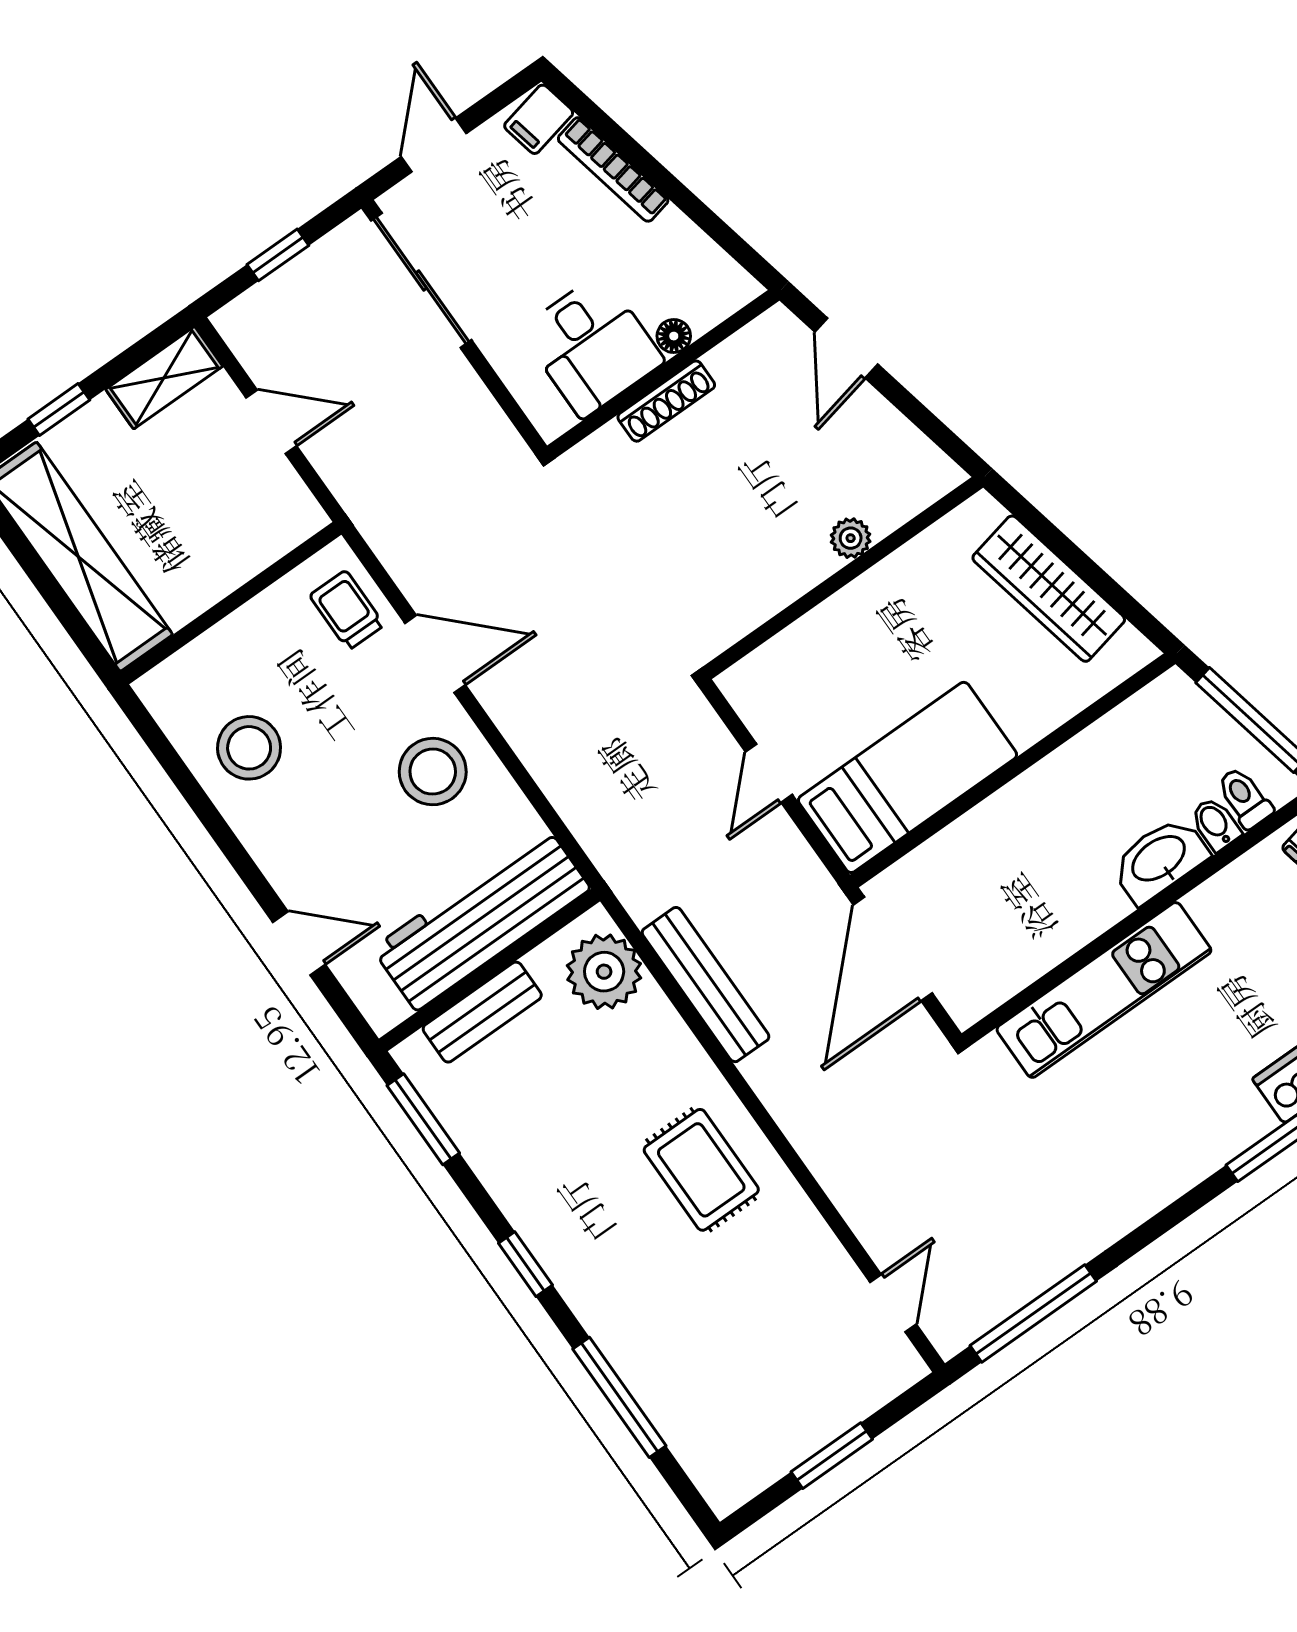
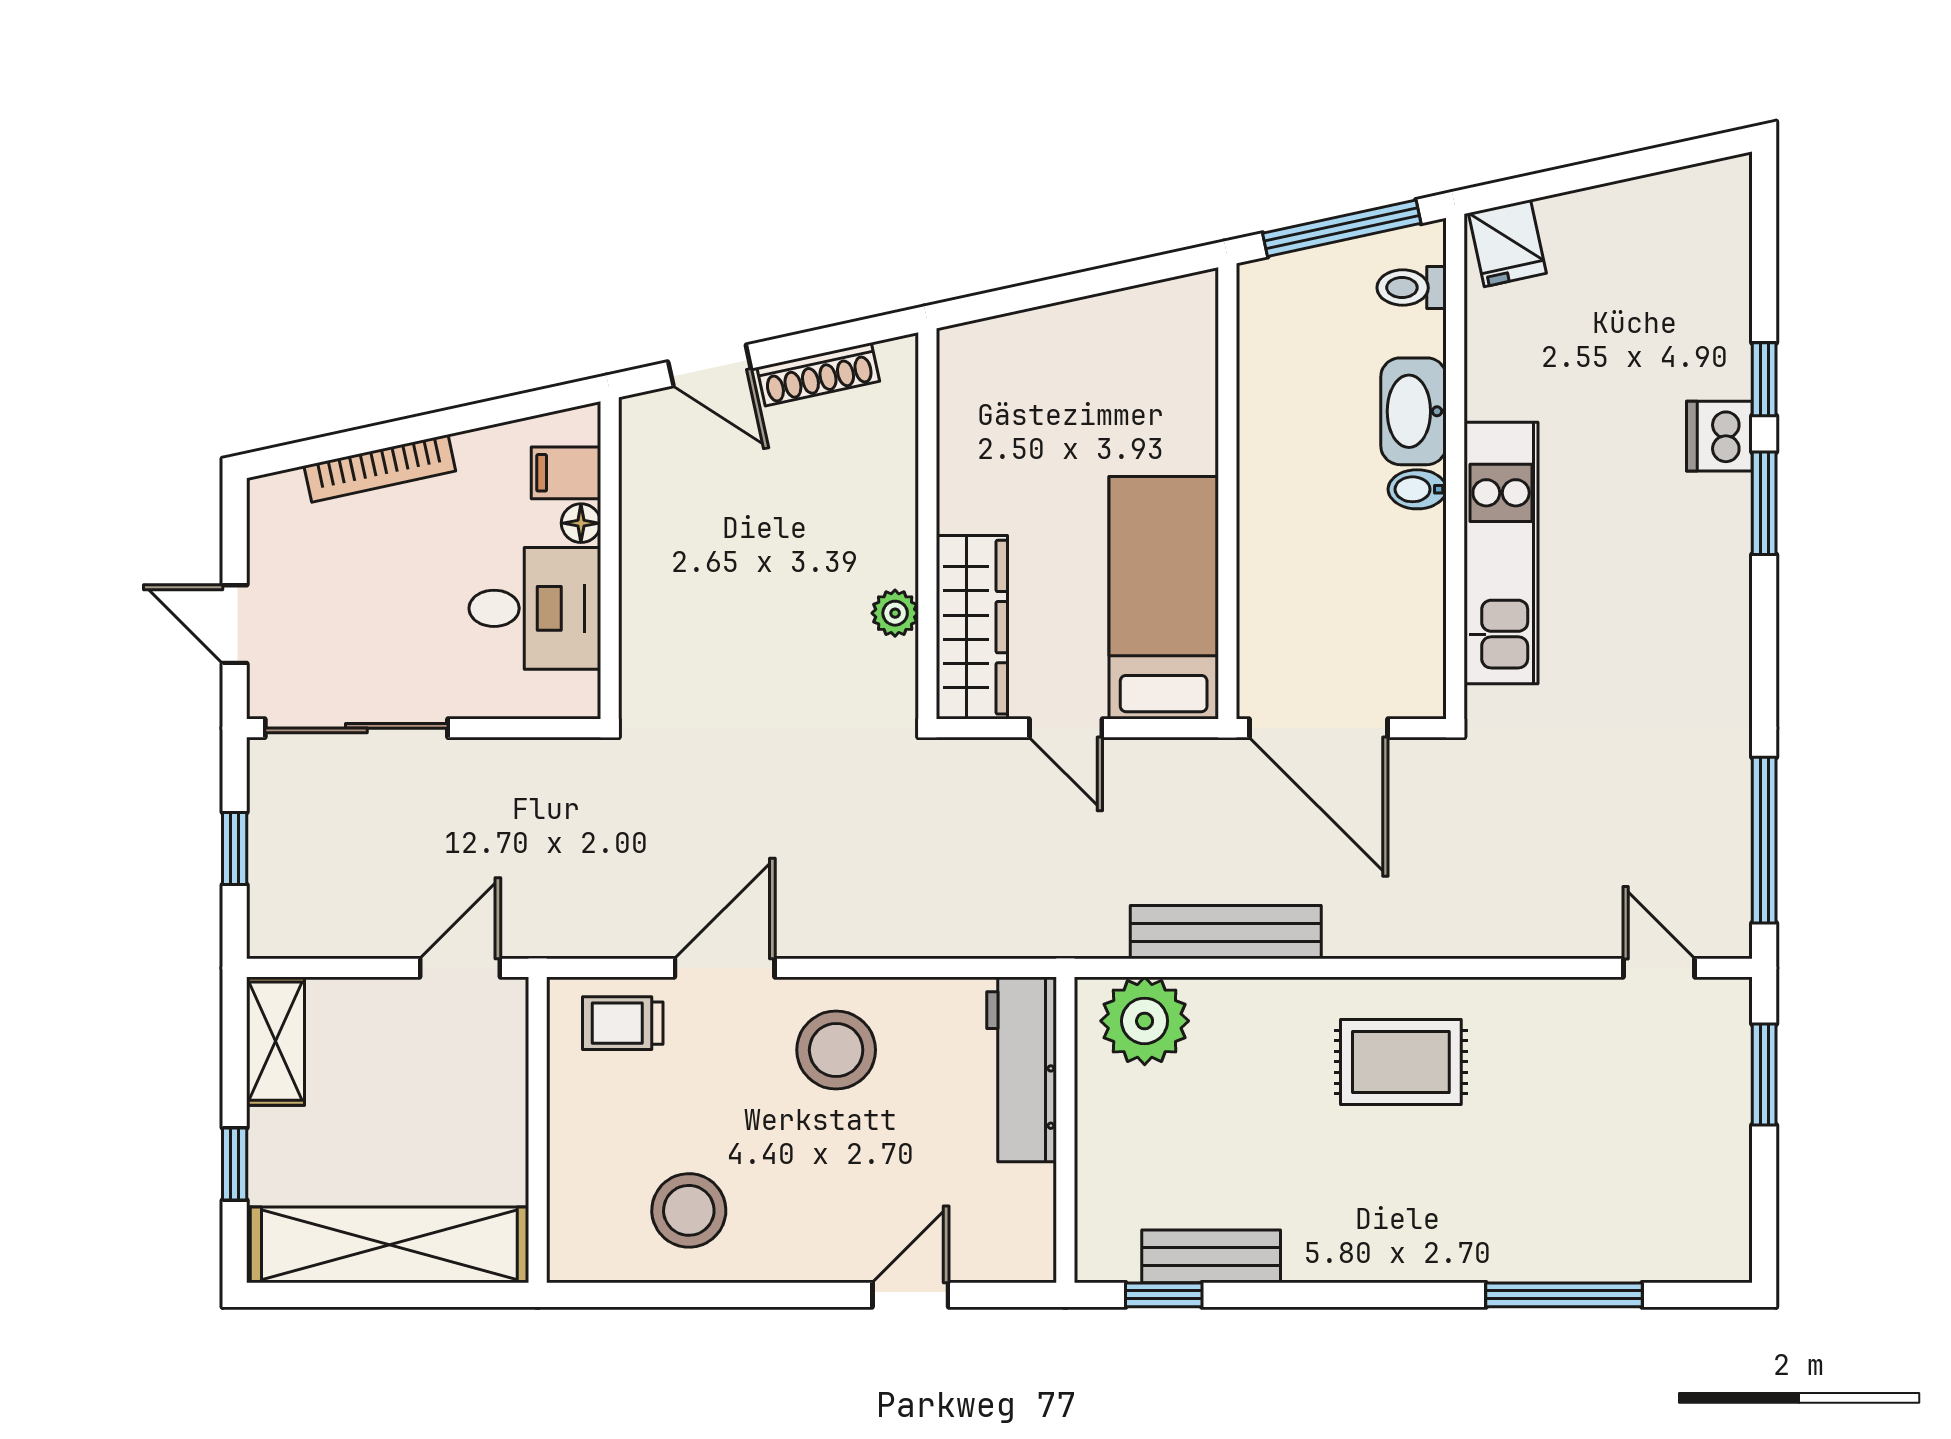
filing cabinet: (539, 119) -> (566, 473), moved, turned 102
shoe rack: (666, 401) -> (818, 374), moved, turned 78
door: (271, 422) -> (460, 968), moved
plant: (851, 538) -> (895, 613), moved
wardrobe: (1049, 589) -> (972, 627), moved, turned -78
bidet: (1216, 824) -> (1417, 489), moved
workbench: (481, 919) -> (1022, 1069), width x0.73, depth x0.76
bench: (482, 1012) -> (1211, 1256), moved, turned 90
window: (423, 1119) -> (1164, 1295), width x0.67
window: (525, 1264) -> (1372, 1295), removed
window: (832, 1456) -> (1764, 1075), moved

